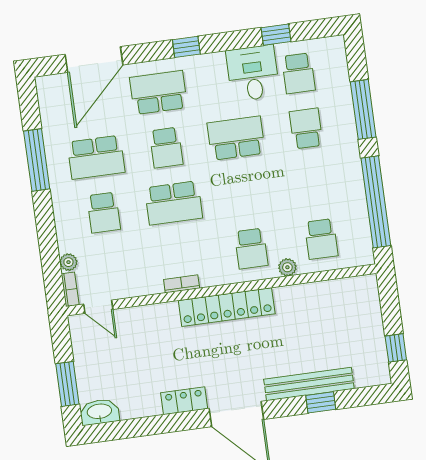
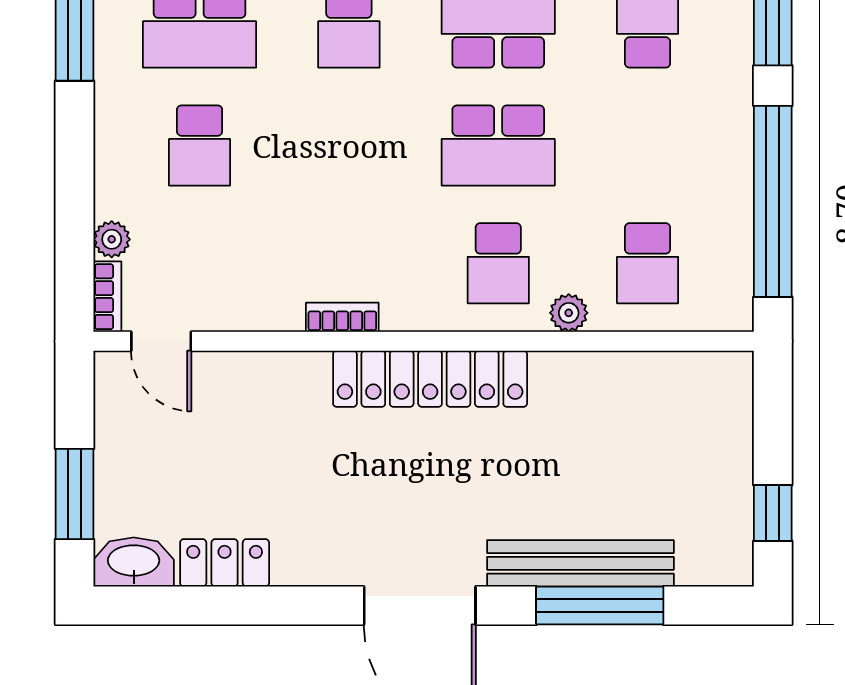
school desk: (174, 203) -> (498, 145), moved
locker: (184, 401) -> (225, 563), moved
window: (321, 402) -> (600, 605), width x2.17

